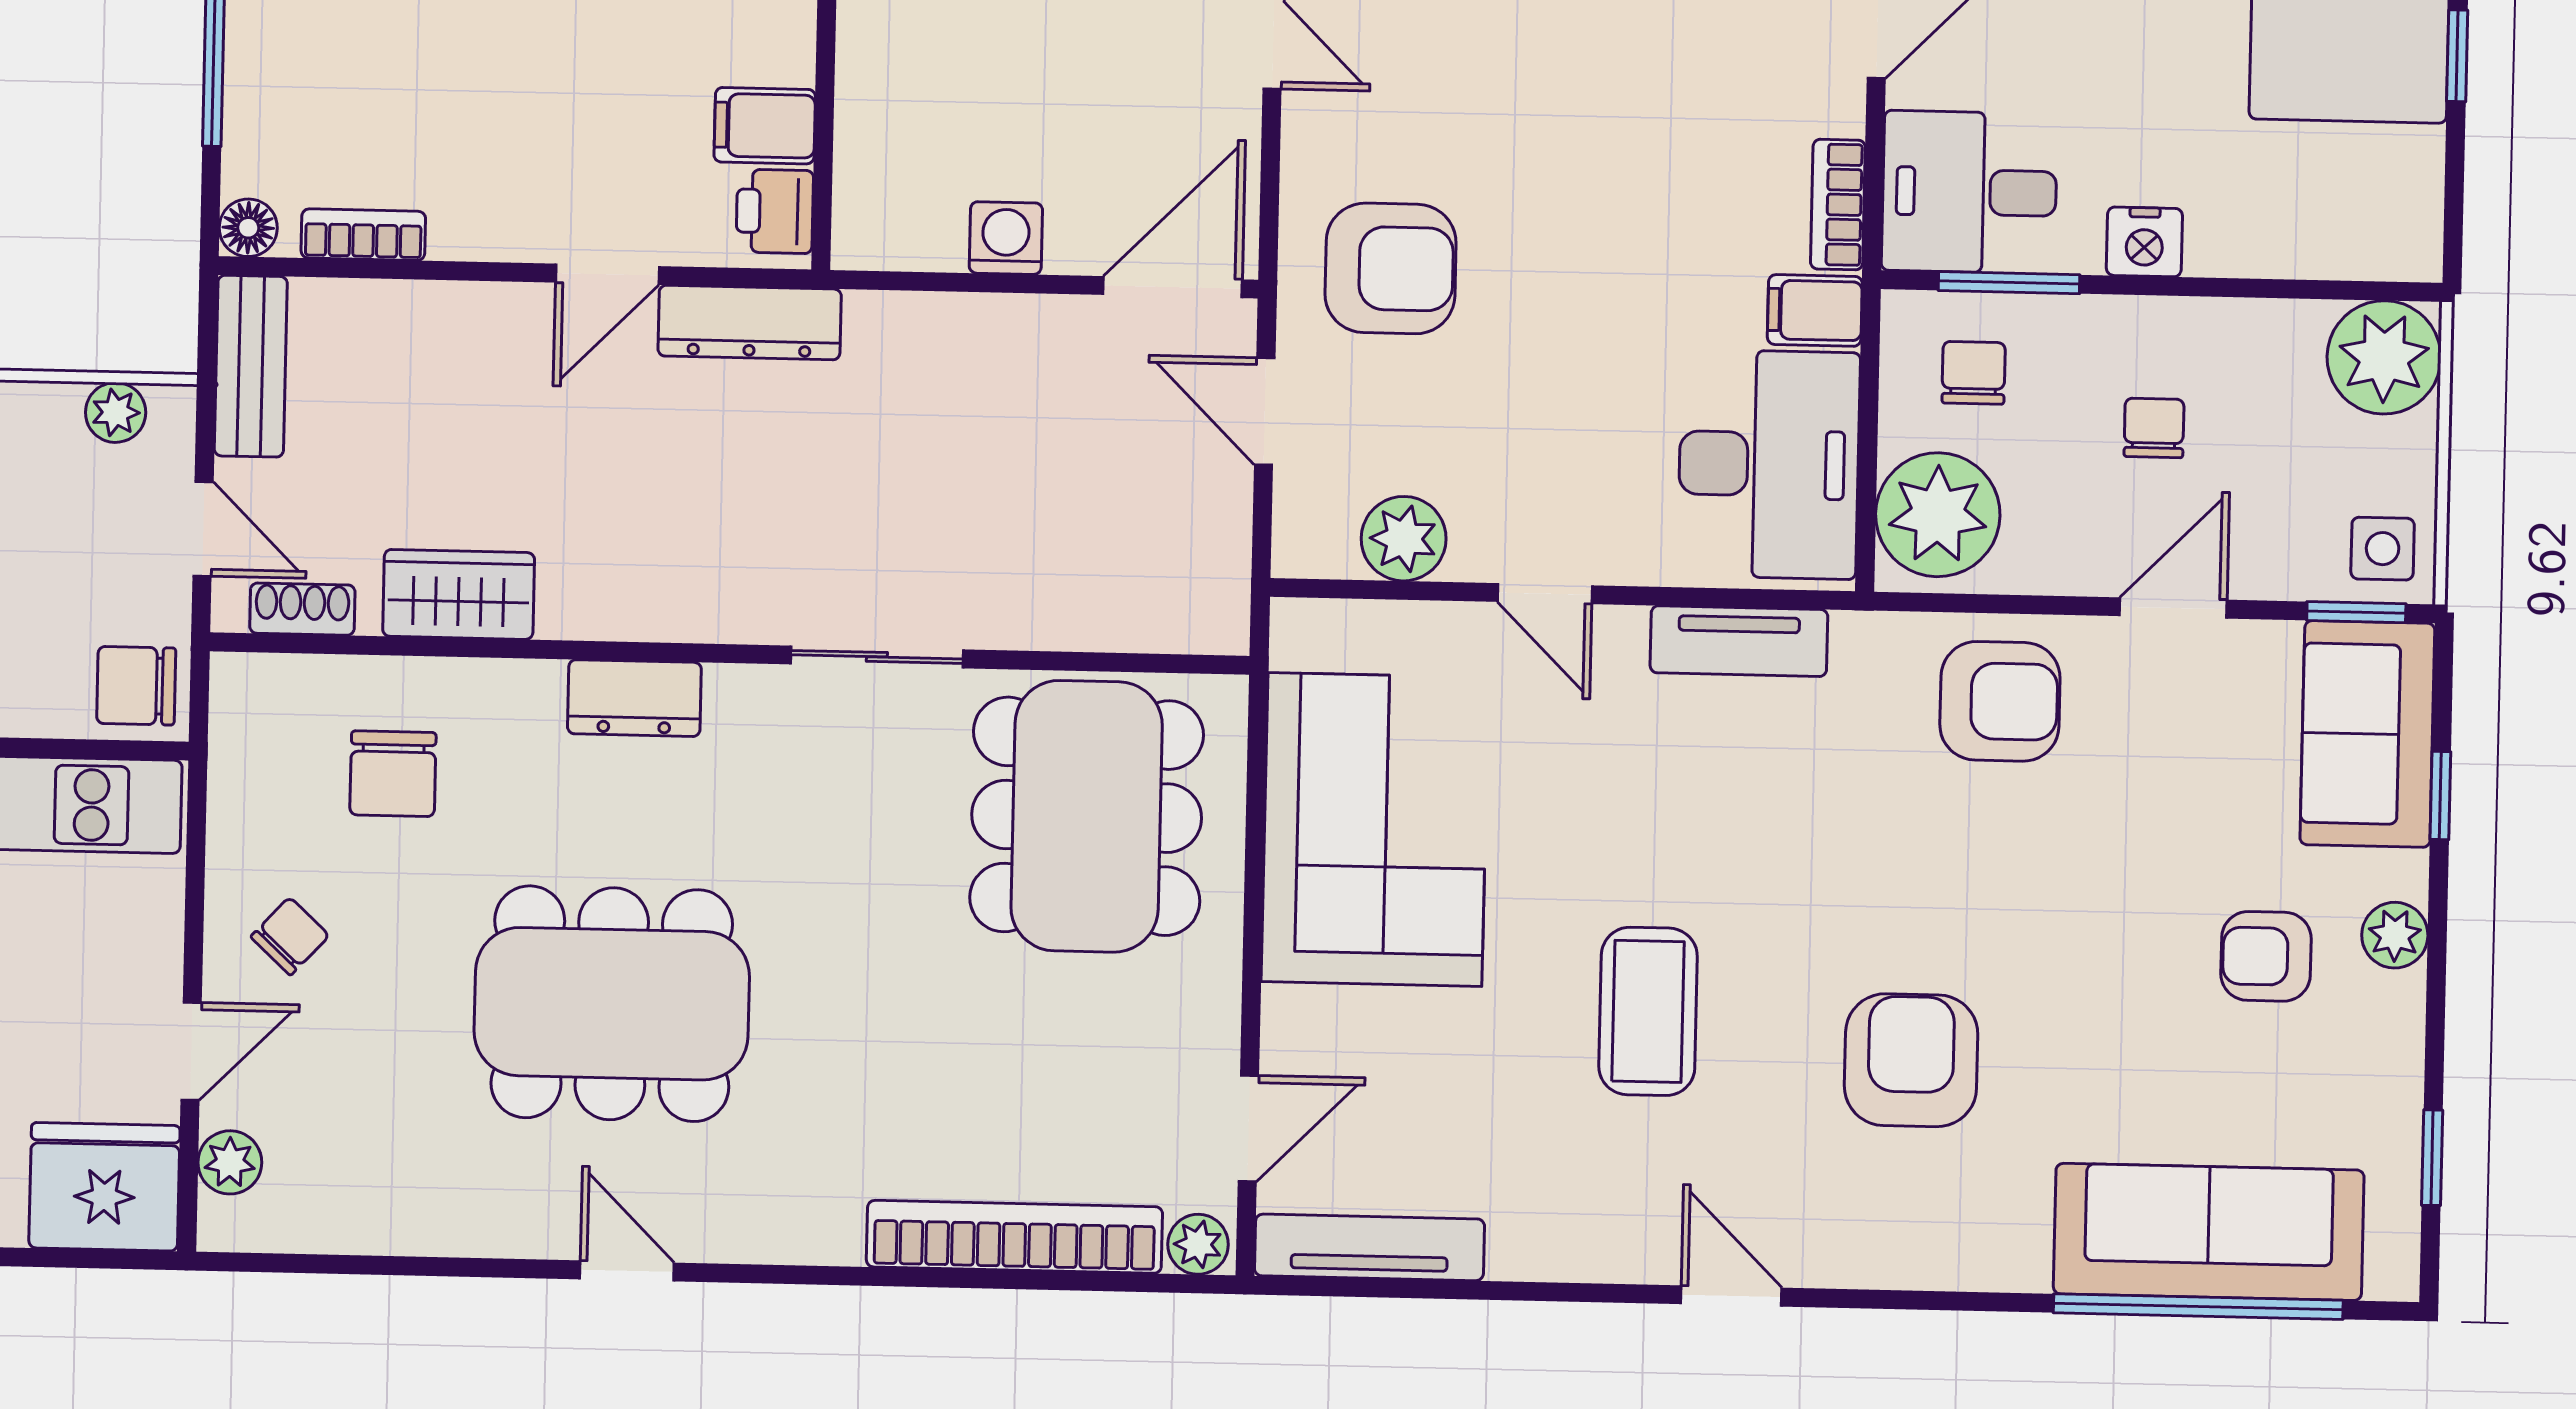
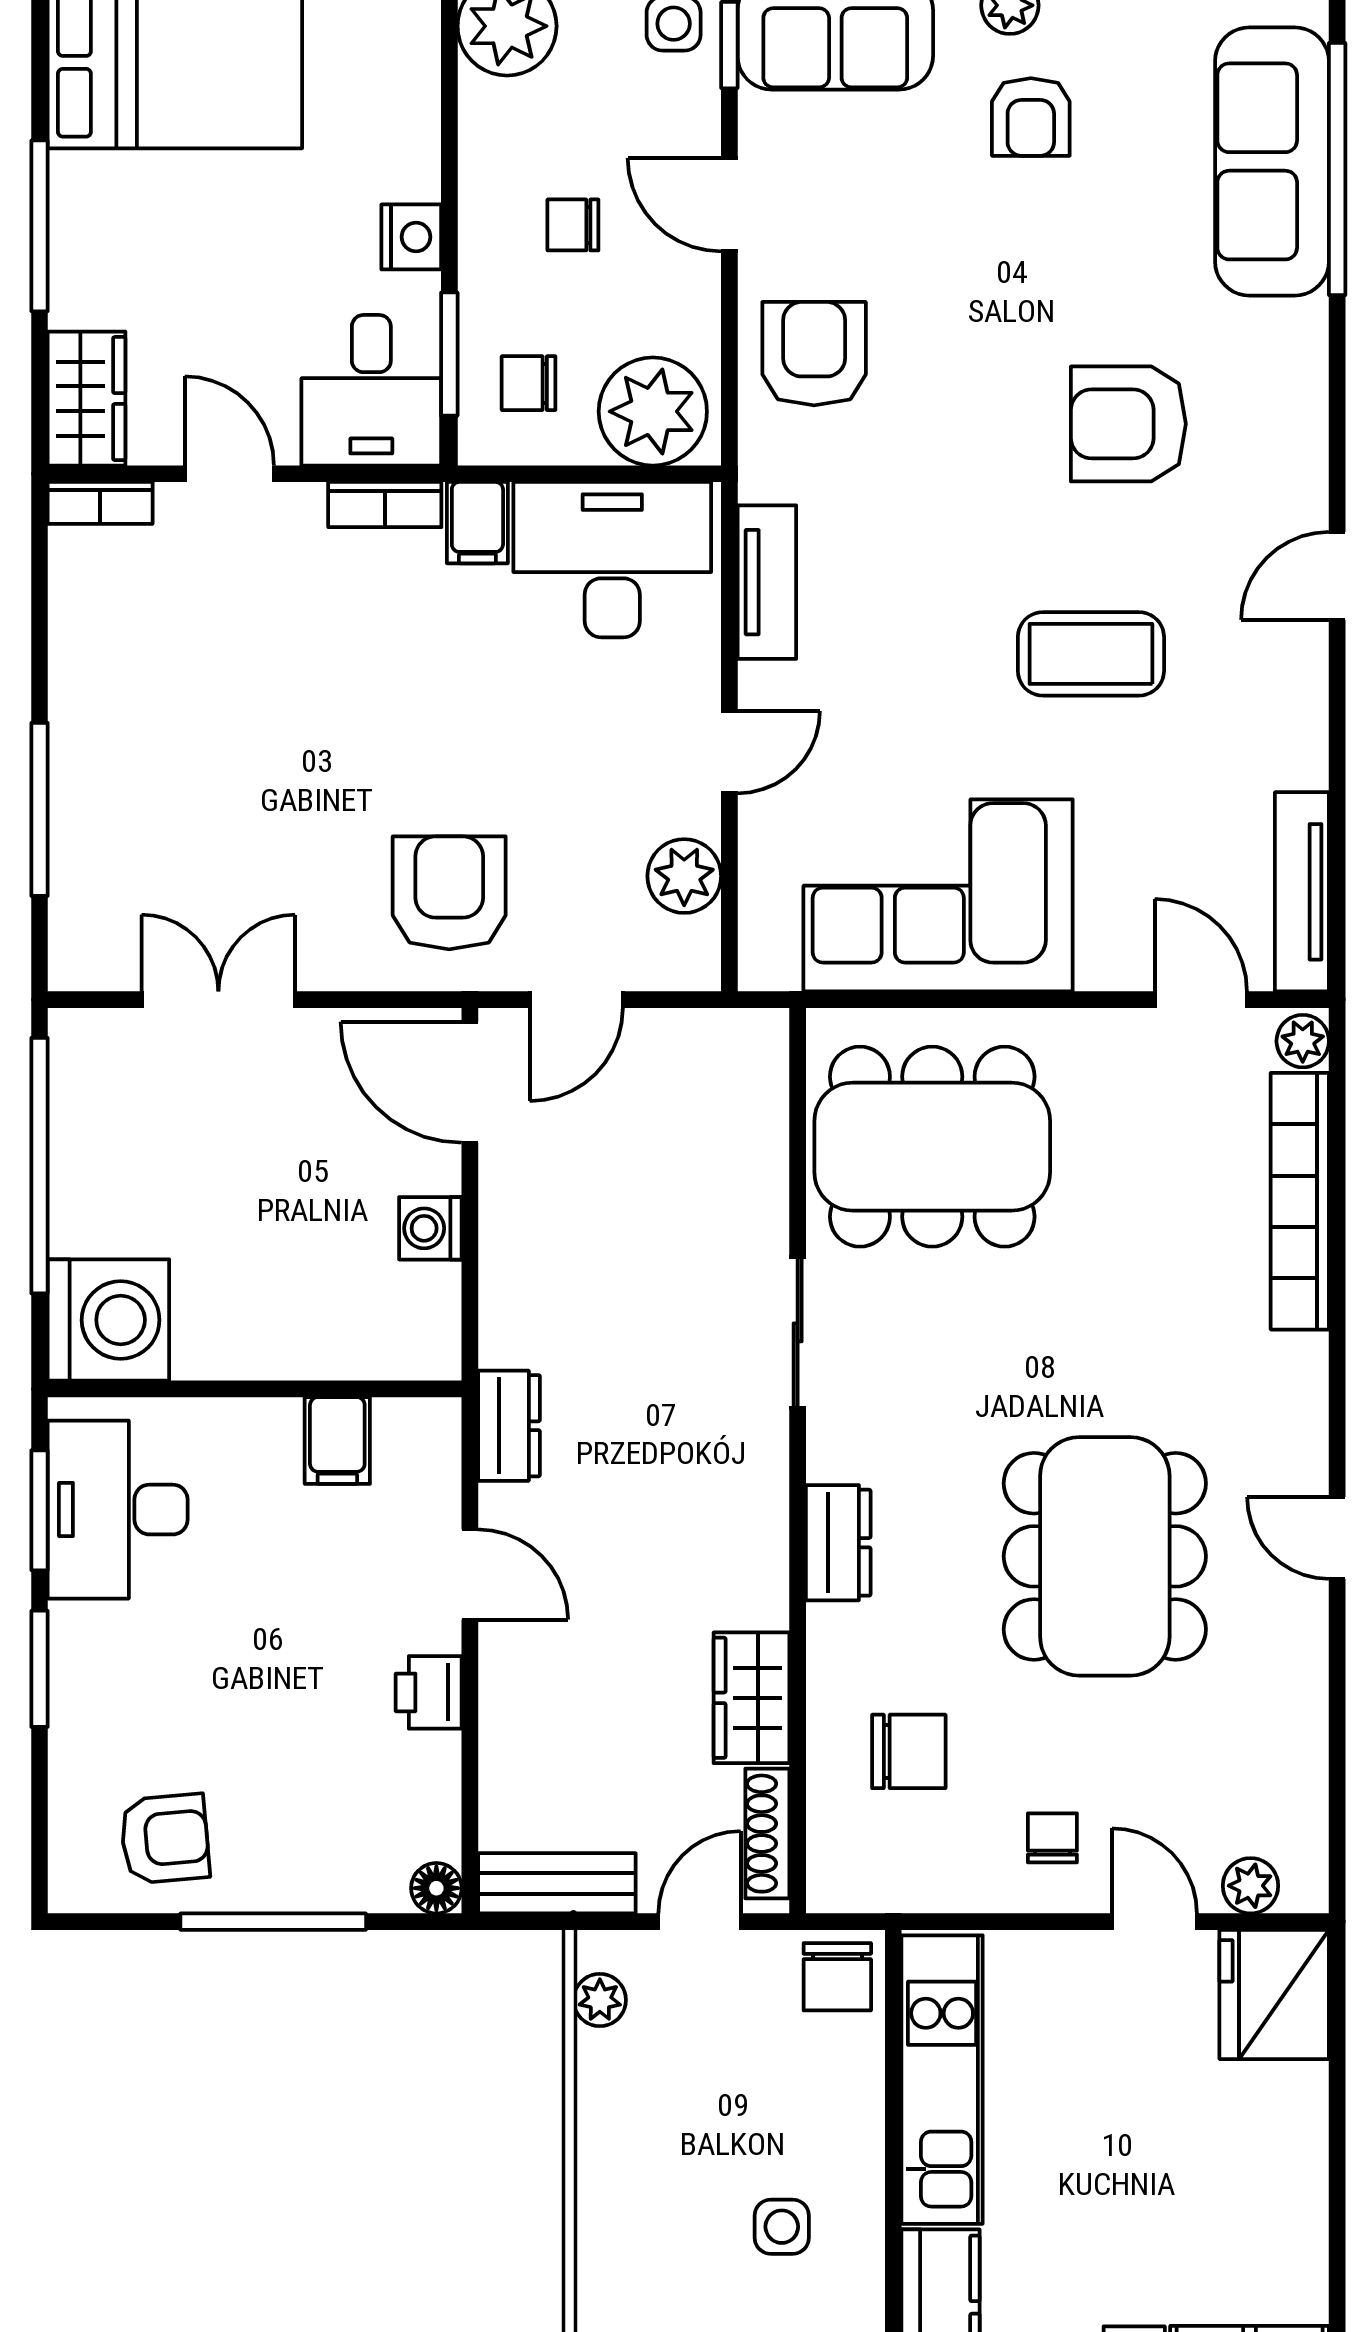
printer: (775, 211) -> (429, 1692), moved, turned 90
bookcase: (363, 235) -> (440, 1788), removed
dresser: (750, 323) -> (509, 1426), width x0.70
shoe rack: (302, 609) -> (767, 1834), width x1.43
chair: (290, 936) -> (1052, 1838), turned 47
door: (627, 1271) -> (1337, 1538), hinge flipped

